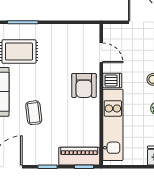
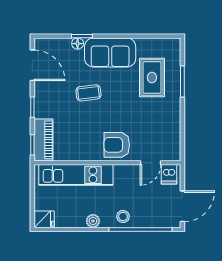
dishwasher: (112, 81) -> (169, 174), moved

